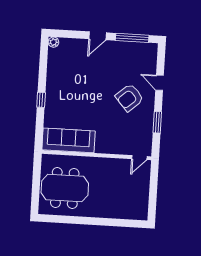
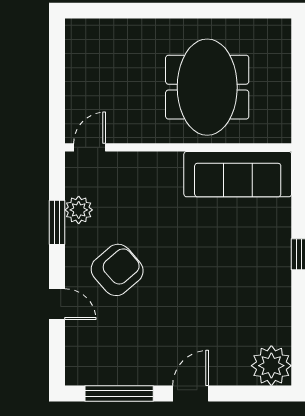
plant: (53, 42) -> (271, 366), width x1.88, depth x1.88
plant: (146, 128) -> (79, 210), added
meeting table: (65, 188) -> (207, 87), moved, turned 90

